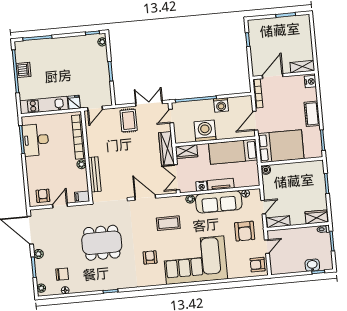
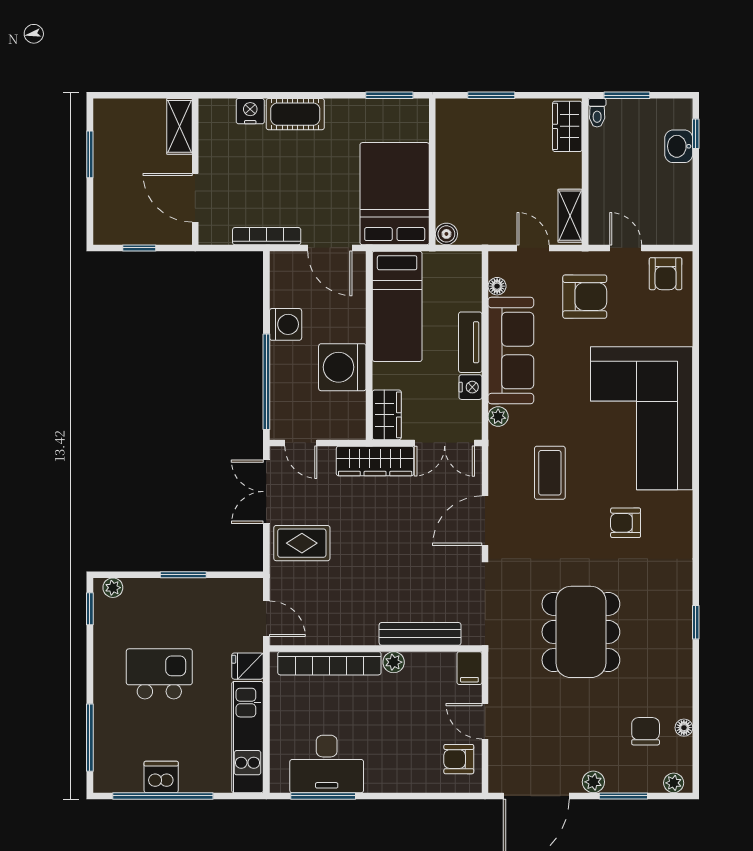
kitchen island: (67, 65) -> (159, 674), added
shelving: (302, 67) -> (179, 126), moved
wall: (284, 75) -> (195, 172), moved
door: (273, 76) -> (195, 198), moved
cot: (312, 114) -> (295, 114), moved

